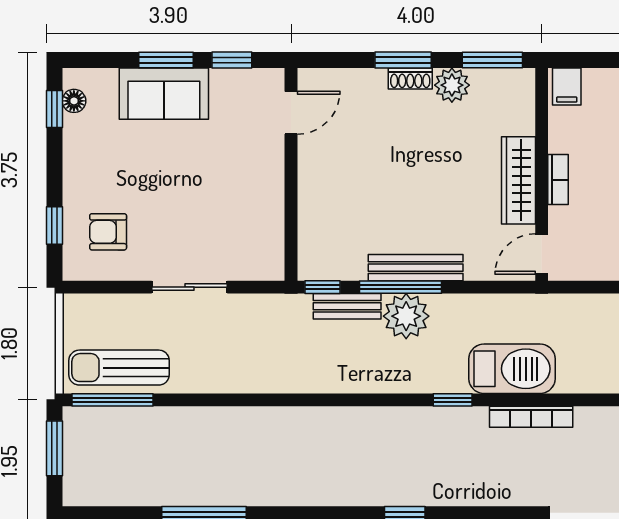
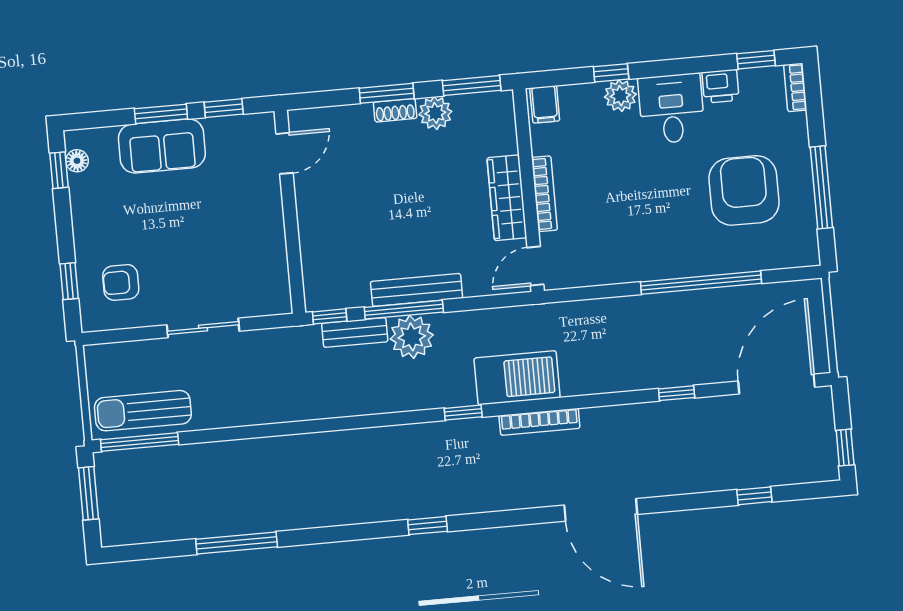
bookcase: (558, 180) -> (544, 194), width x1.56

